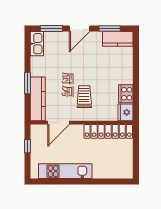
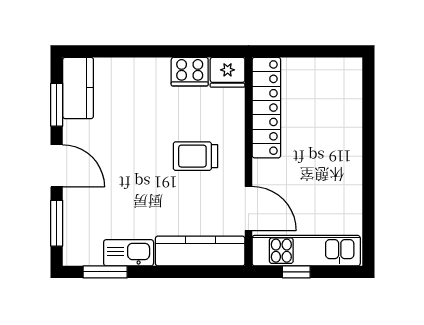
kitchen sink: (37, 44) -> (129, 253), moved
window: (27, 83) -> (105, 272), moved
kitchen unit: (65, 171) -> (306, 251), moved, turned 90

